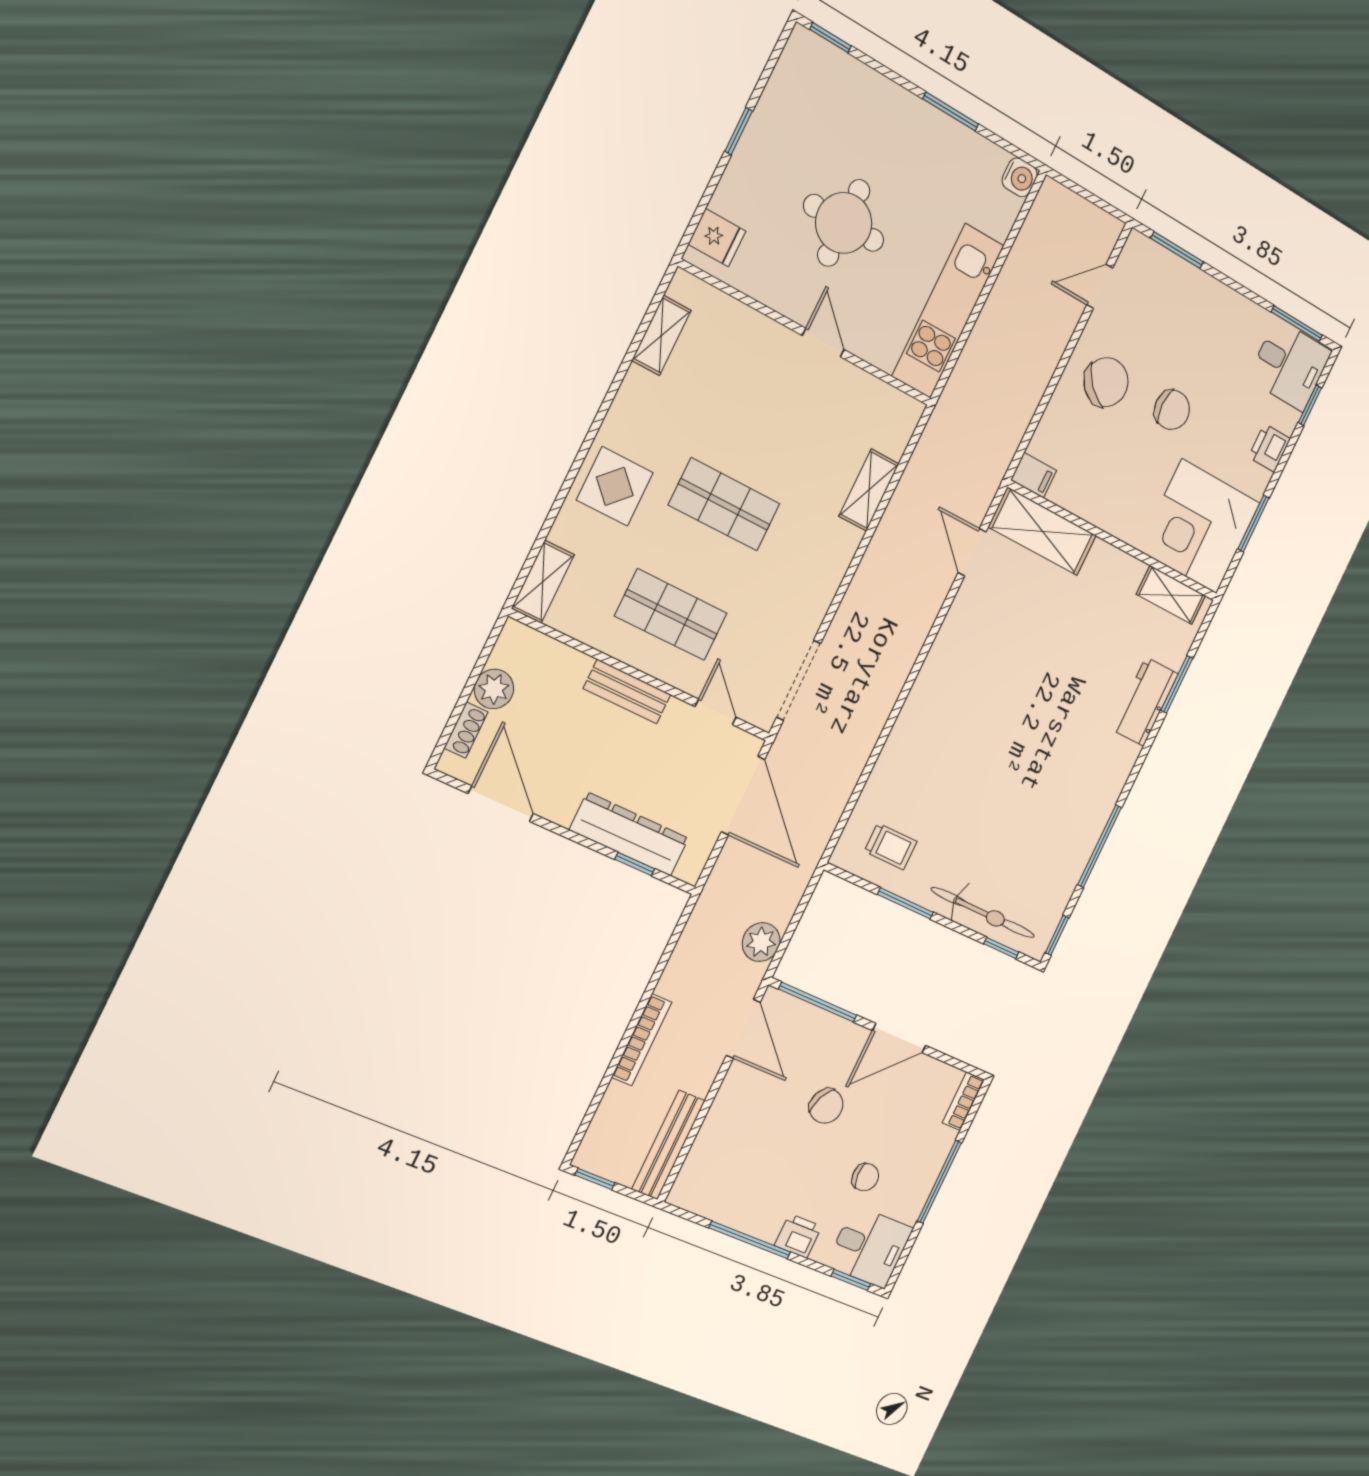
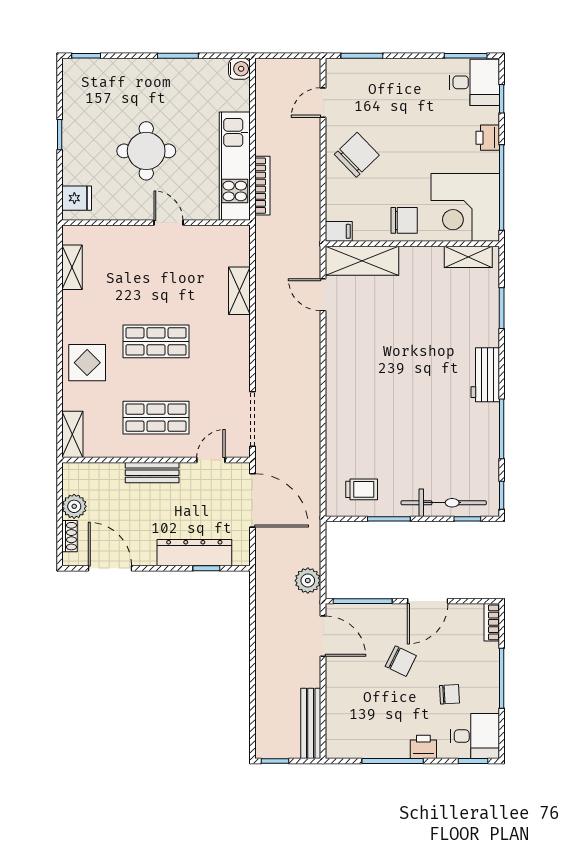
chair: (1172, 410) -> (404, 220), moved
window: (1253, 524) -> (502, 188), width x2.11
workbench: (1145, 702) -> (485, 375), moved
door: (716, 712) -> (211, 460), hinge flipped
bookcase: (642, 1040) -> (262, 186), moved

